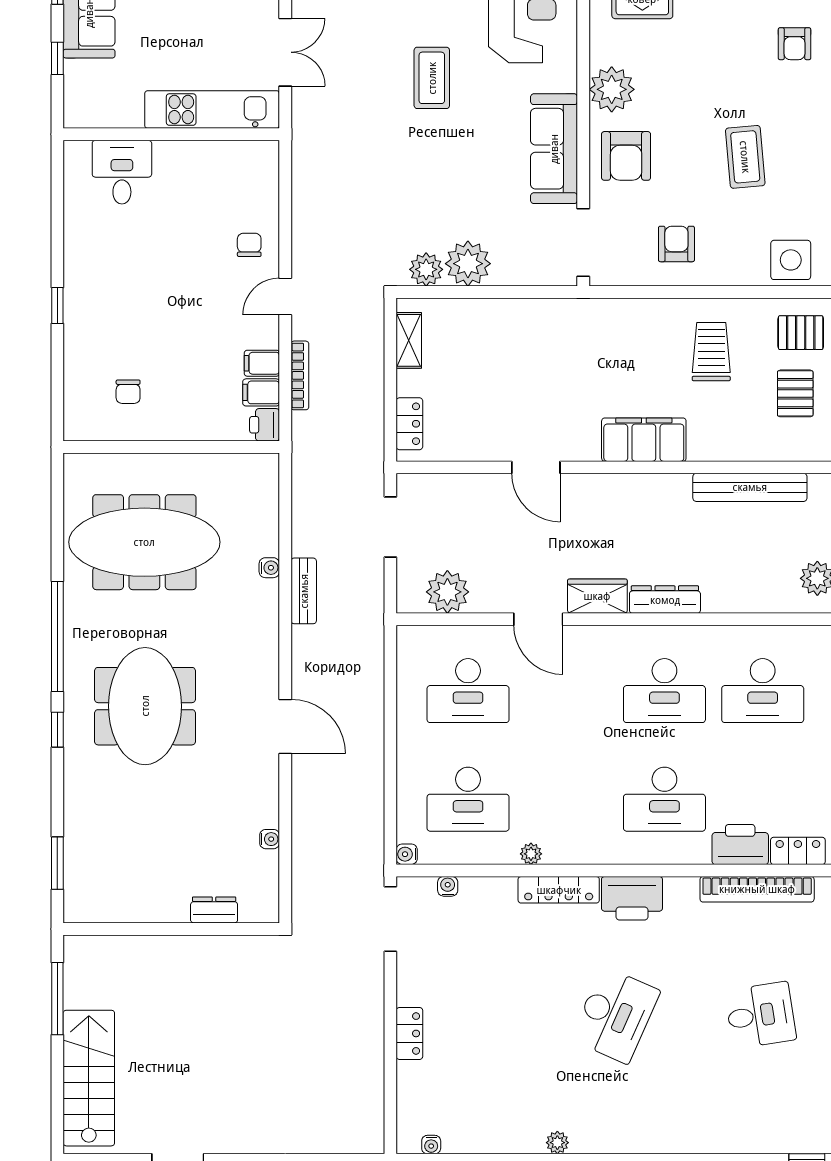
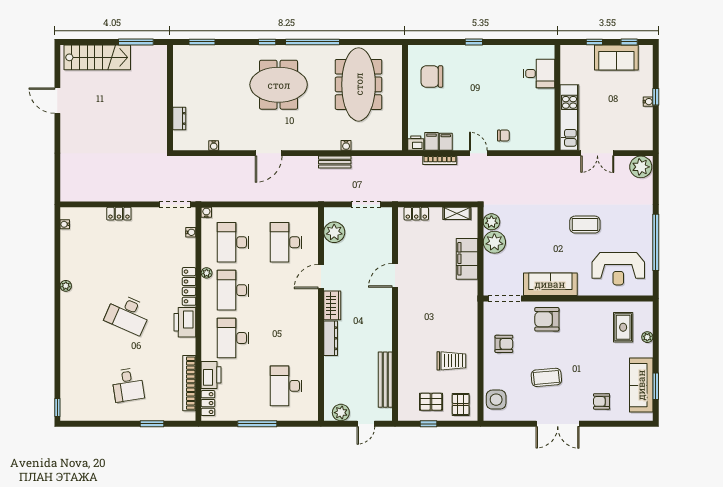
plant: (612, 89) -> (579, 312), removed
chair: (128, 392) -> (432, 76), width x1.87, depth x1.87
filing cabinet: (644, 440) -> (467, 259), moved, turned 180
desk: (664, 691) -> (233, 290), moved

